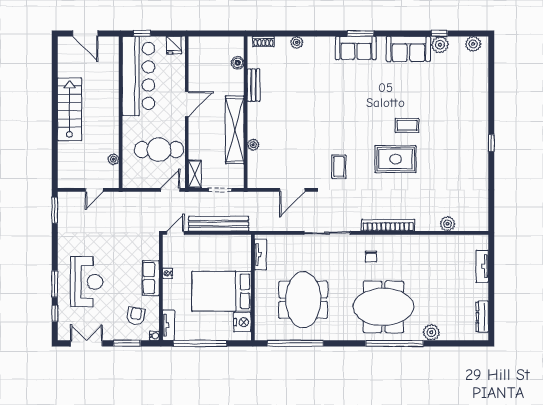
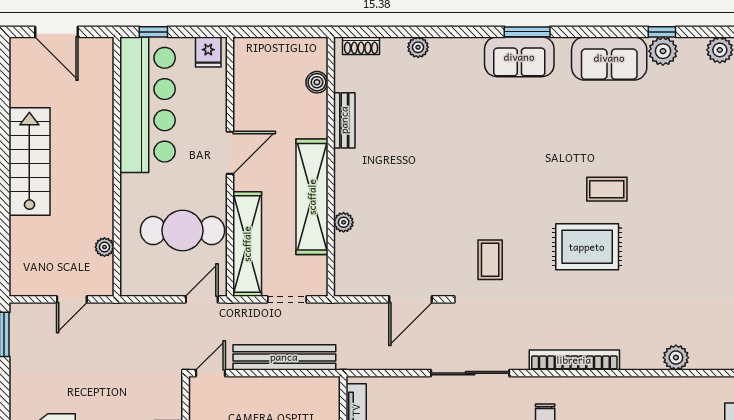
shelving: (195, 174) -> (247, 244), width x2.20, depth x1.33

